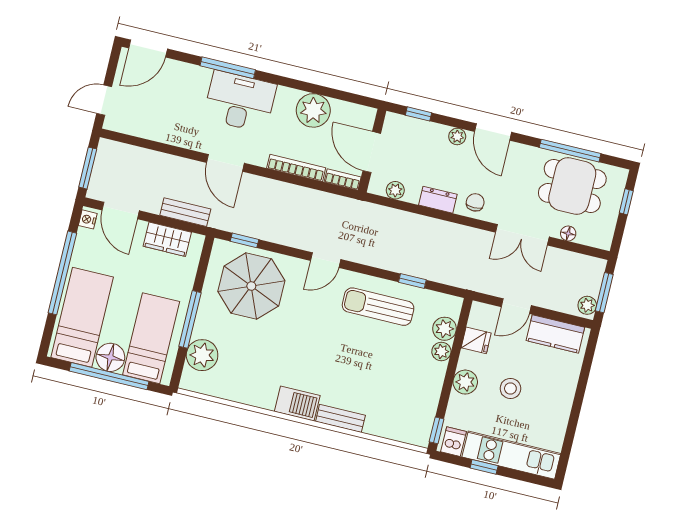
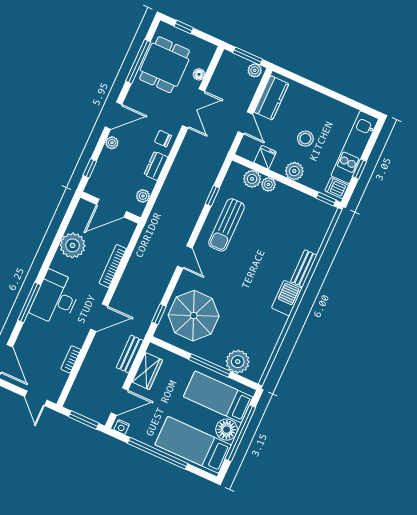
bookcase: (343, 180) -> (71, 359), moved

